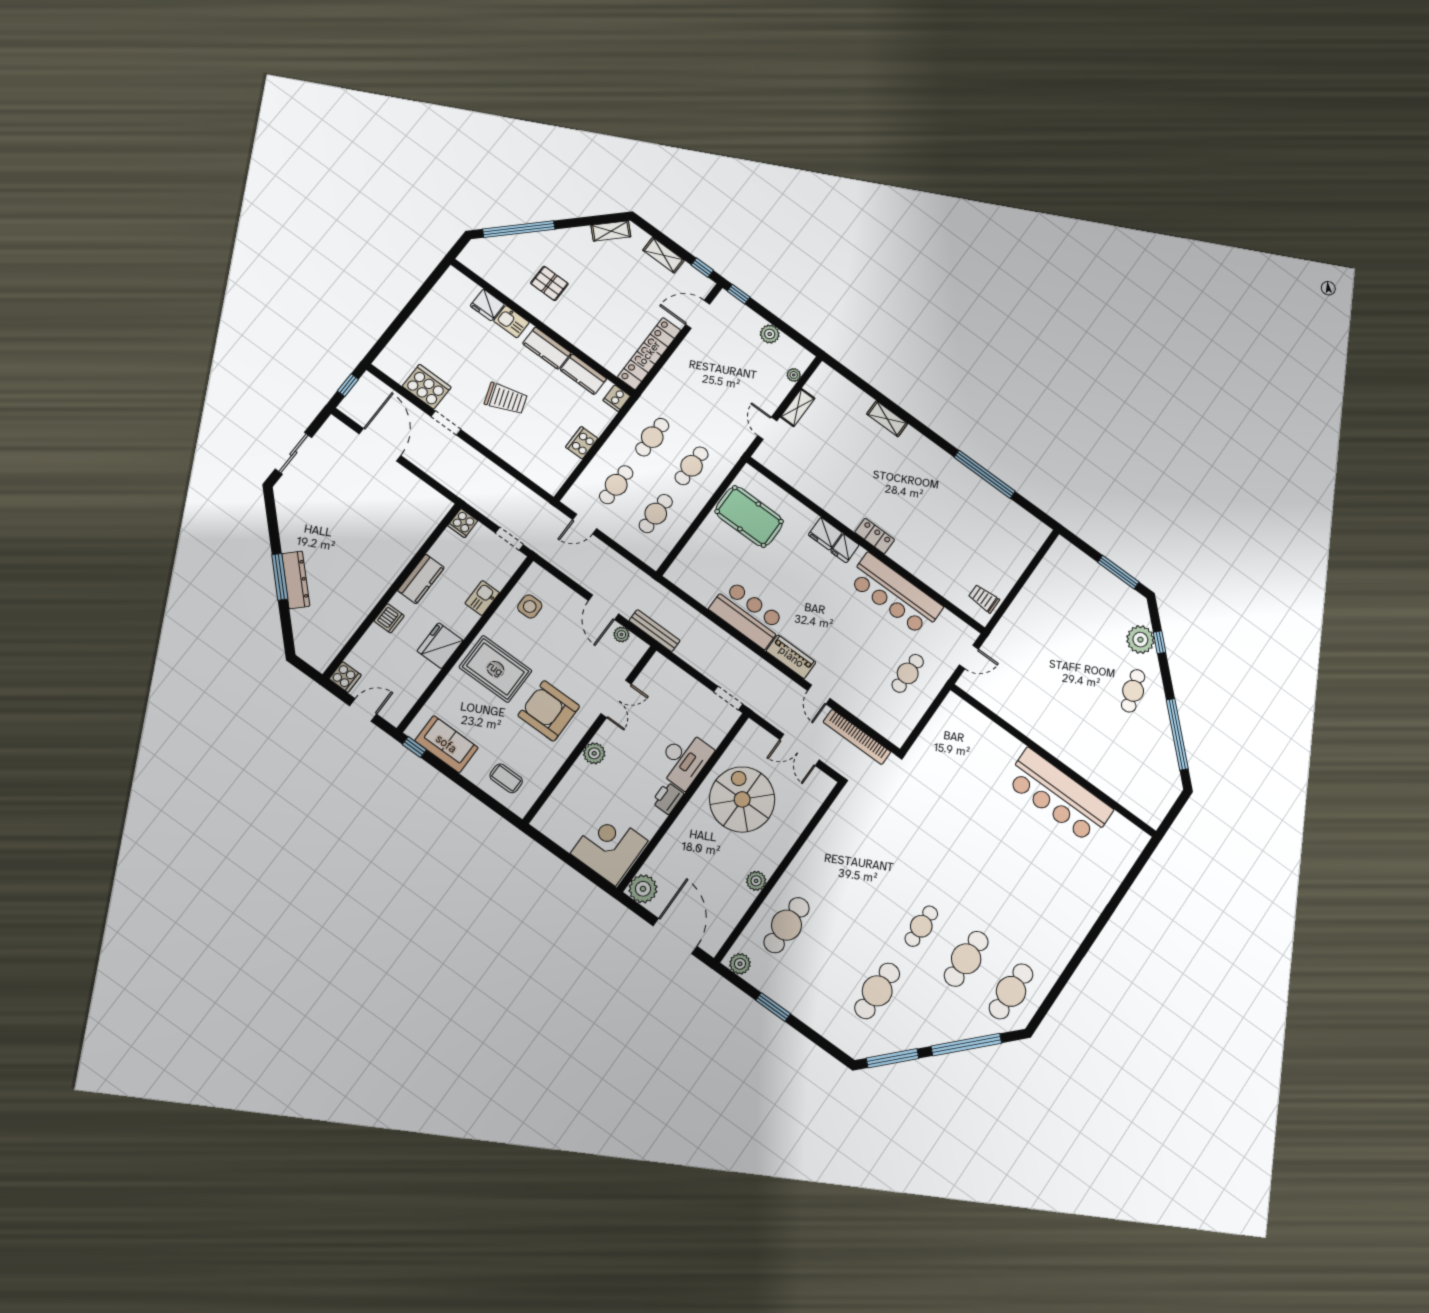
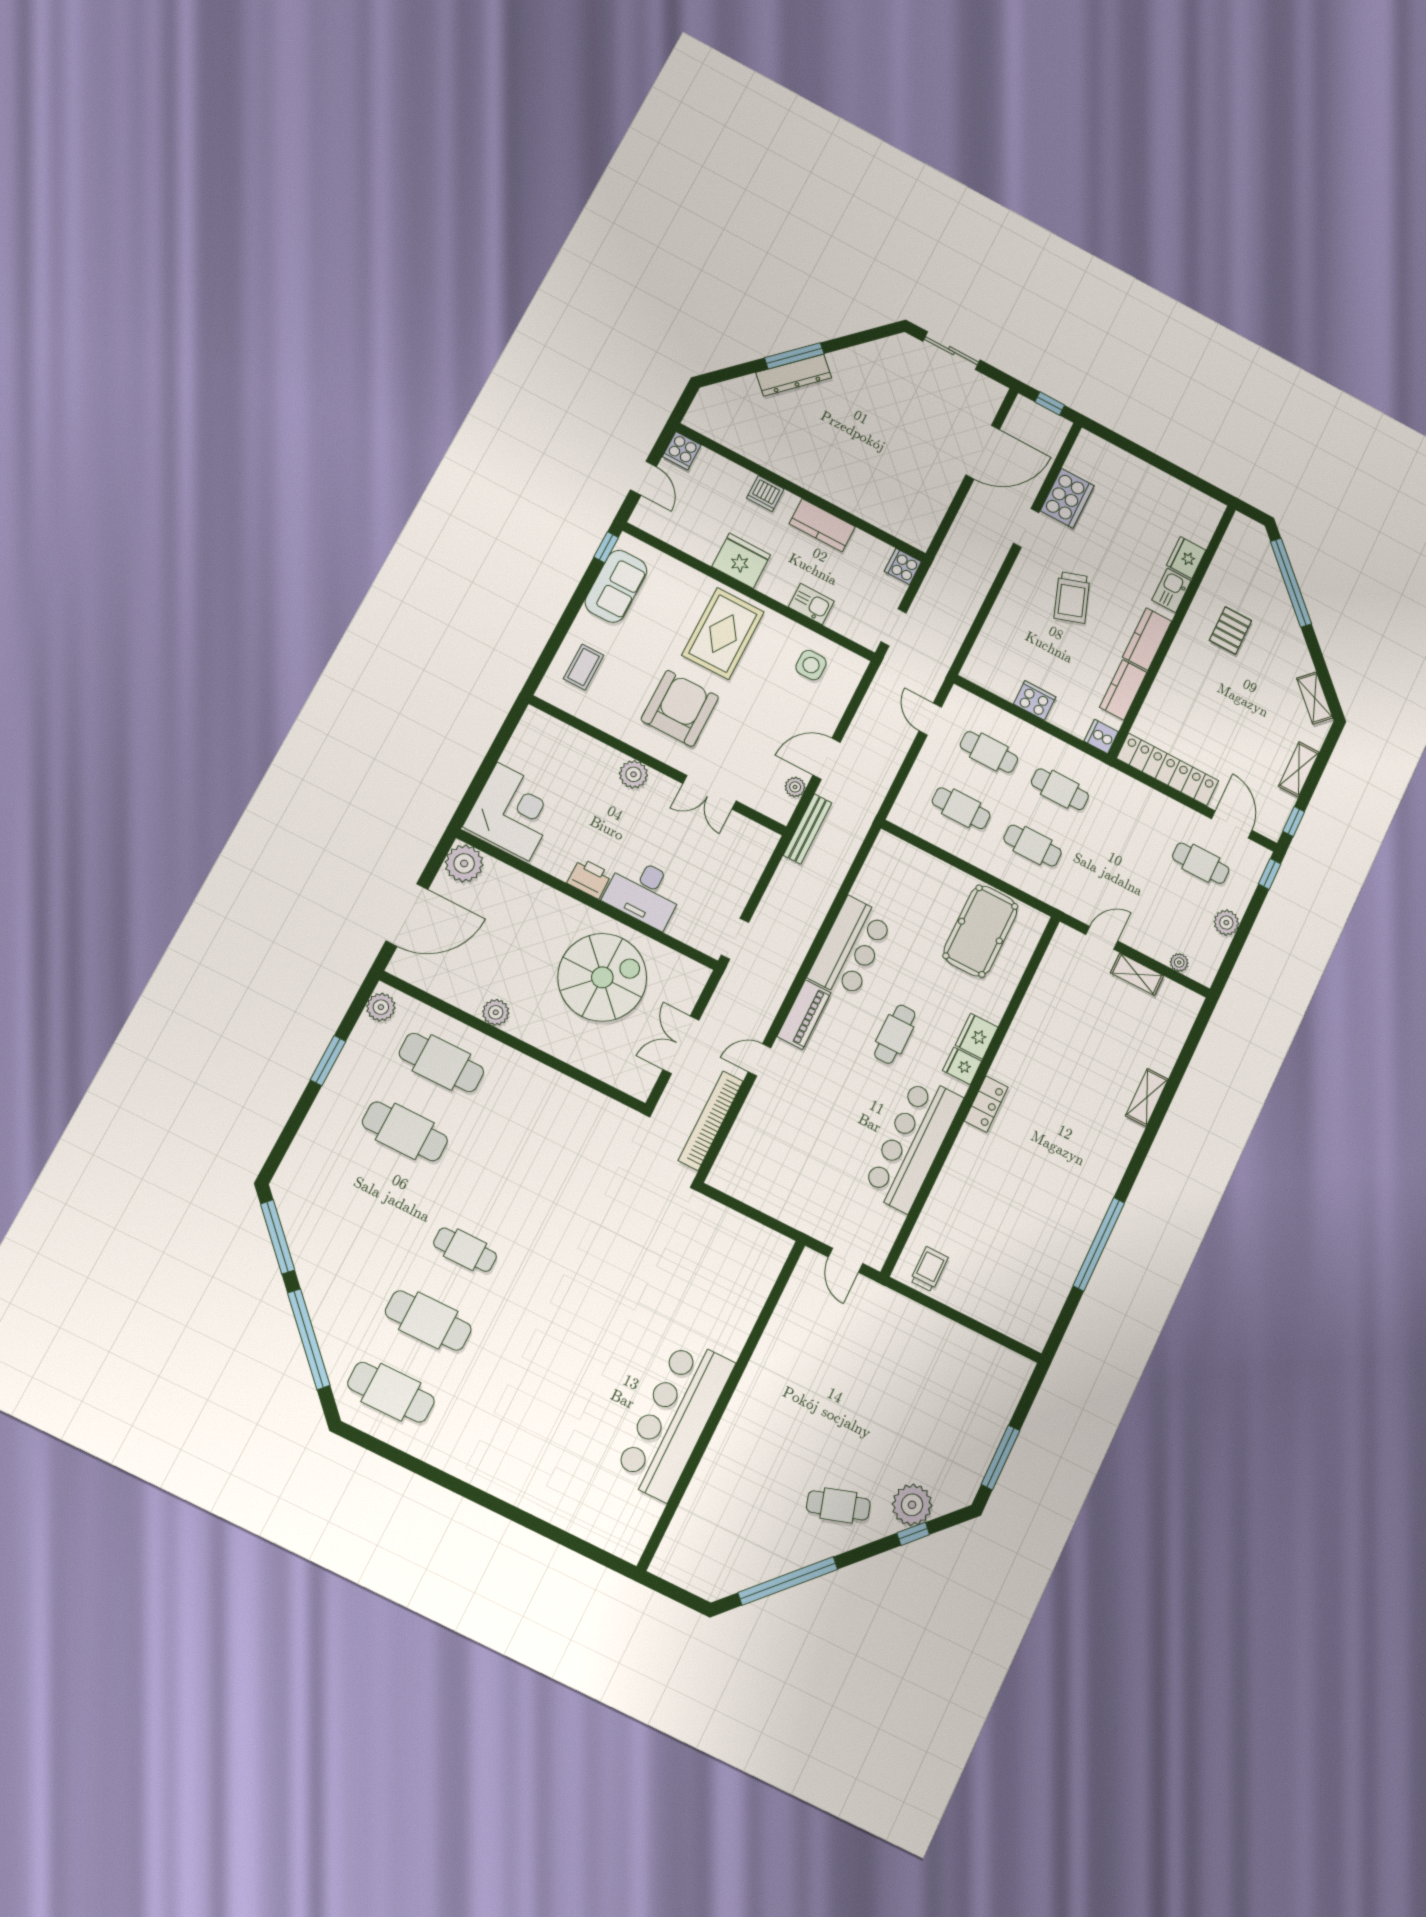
cafe table: (723, 344) -> (1201, 863), added
cafe table: (908, 673) -> (895, 1034), moved, turned 90
cafe table: (877, 991) -> (405, 1131), moved

